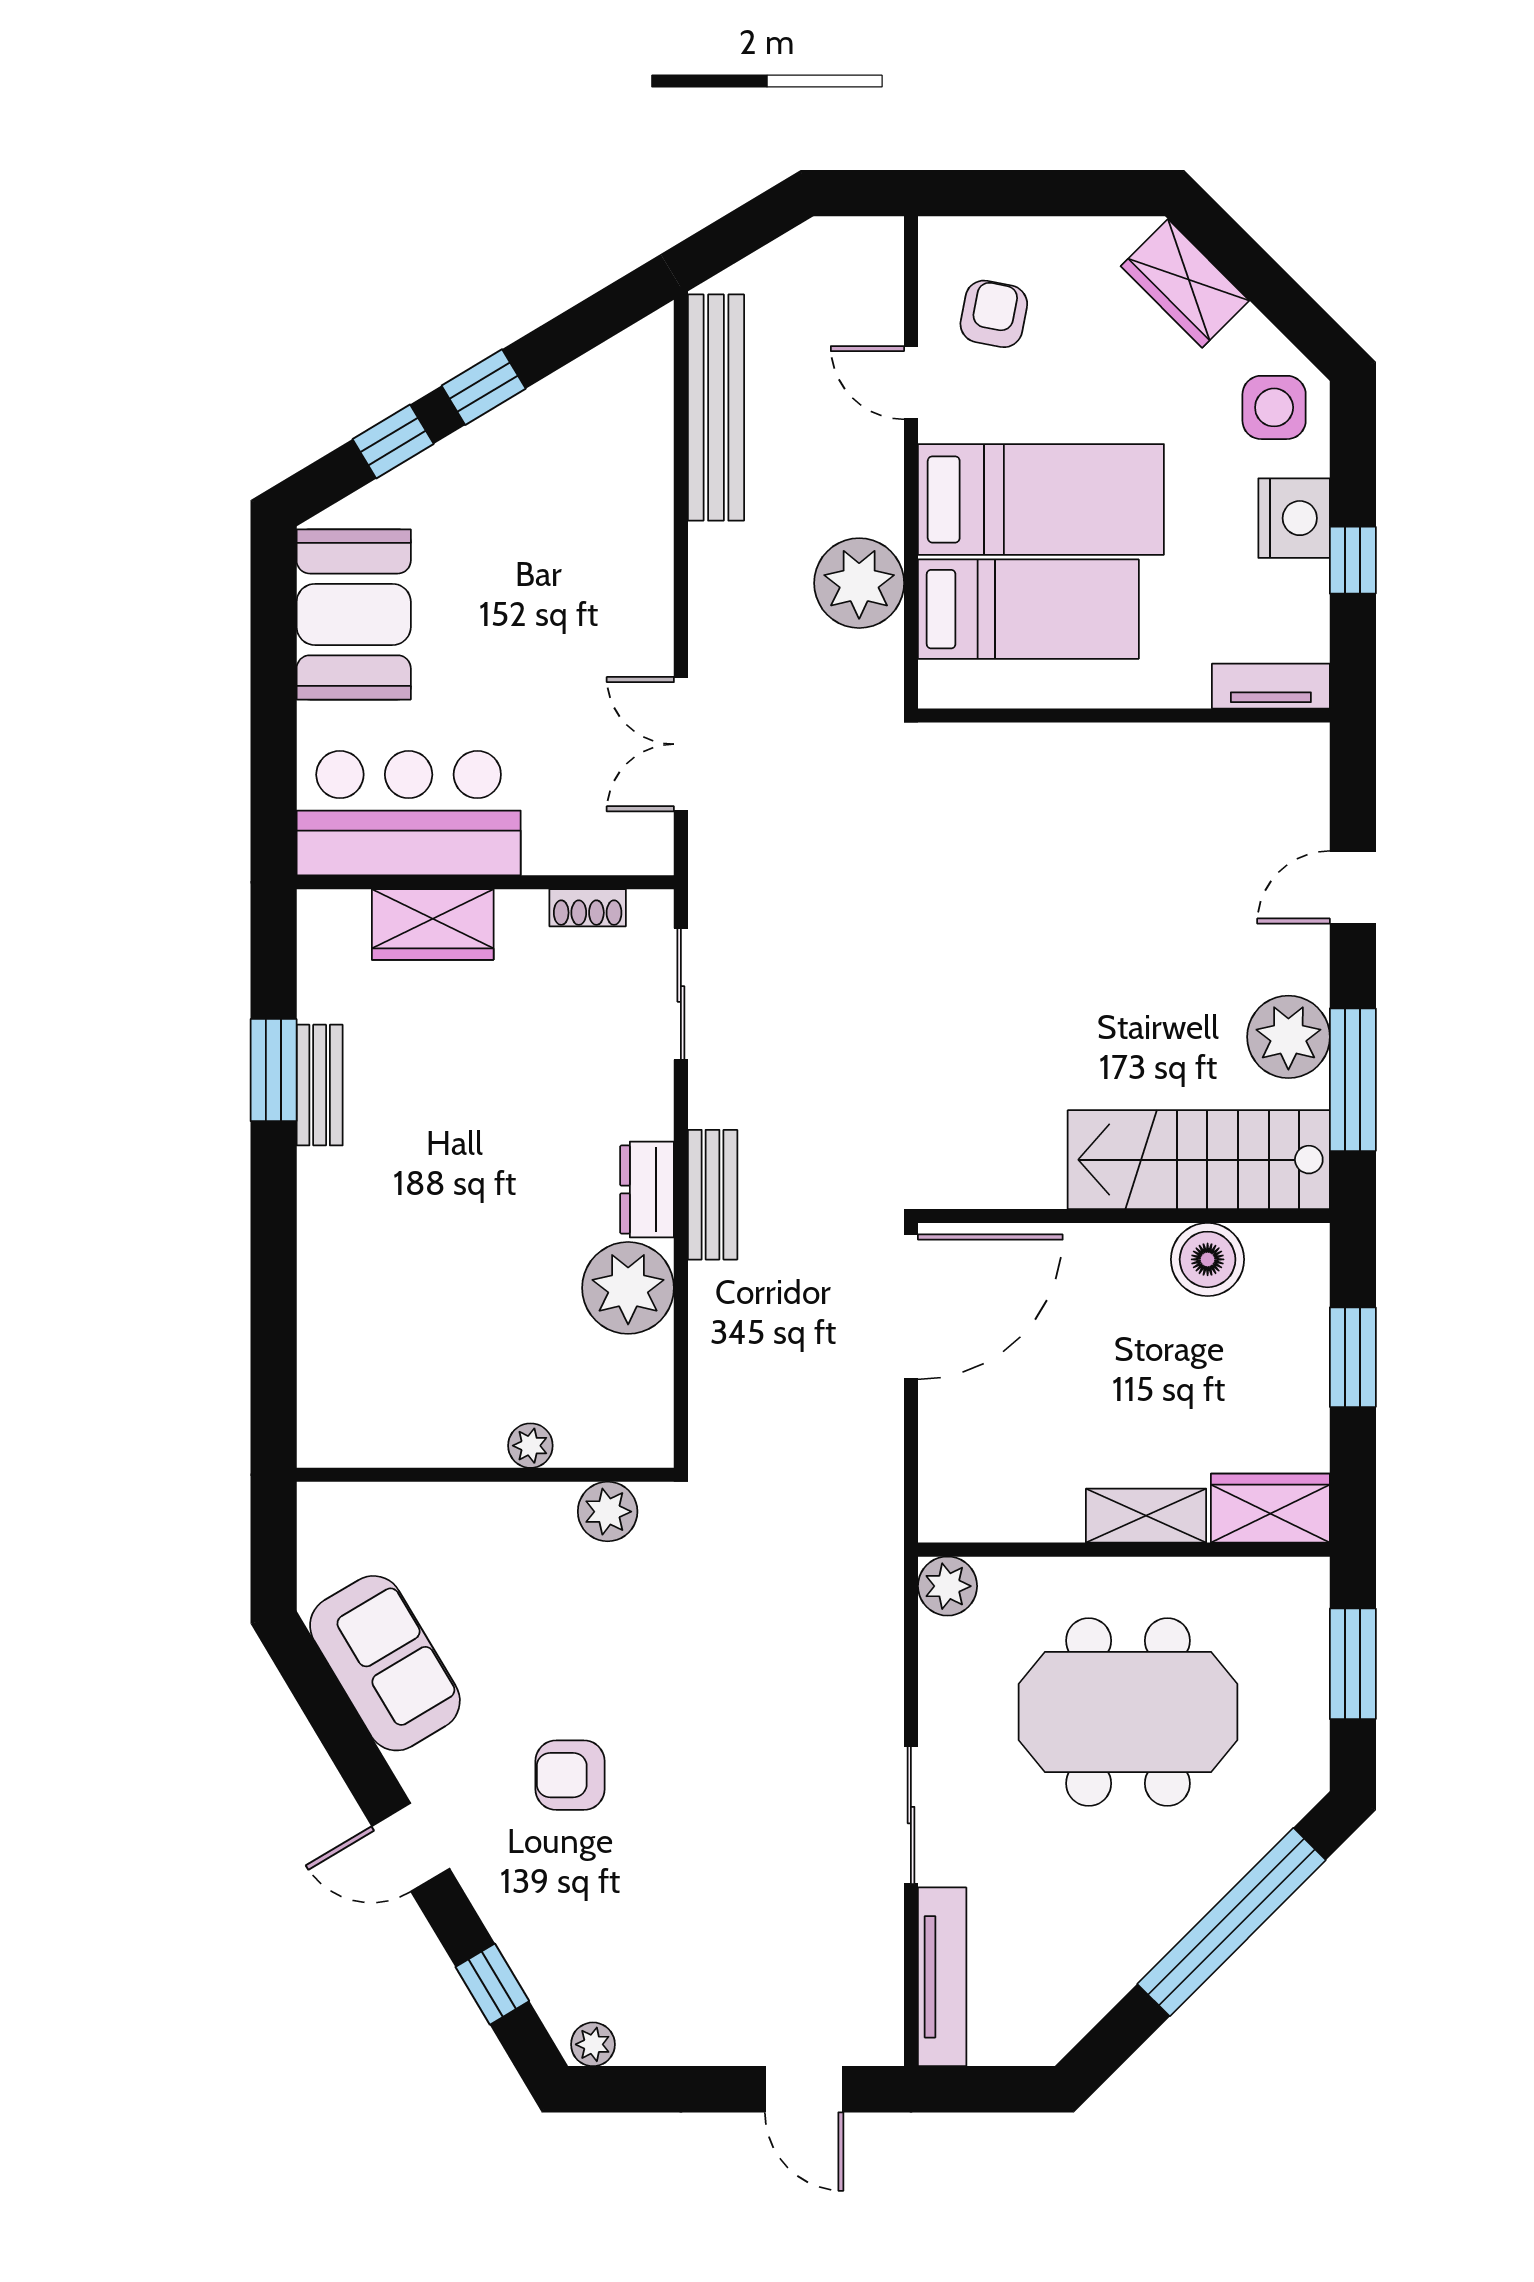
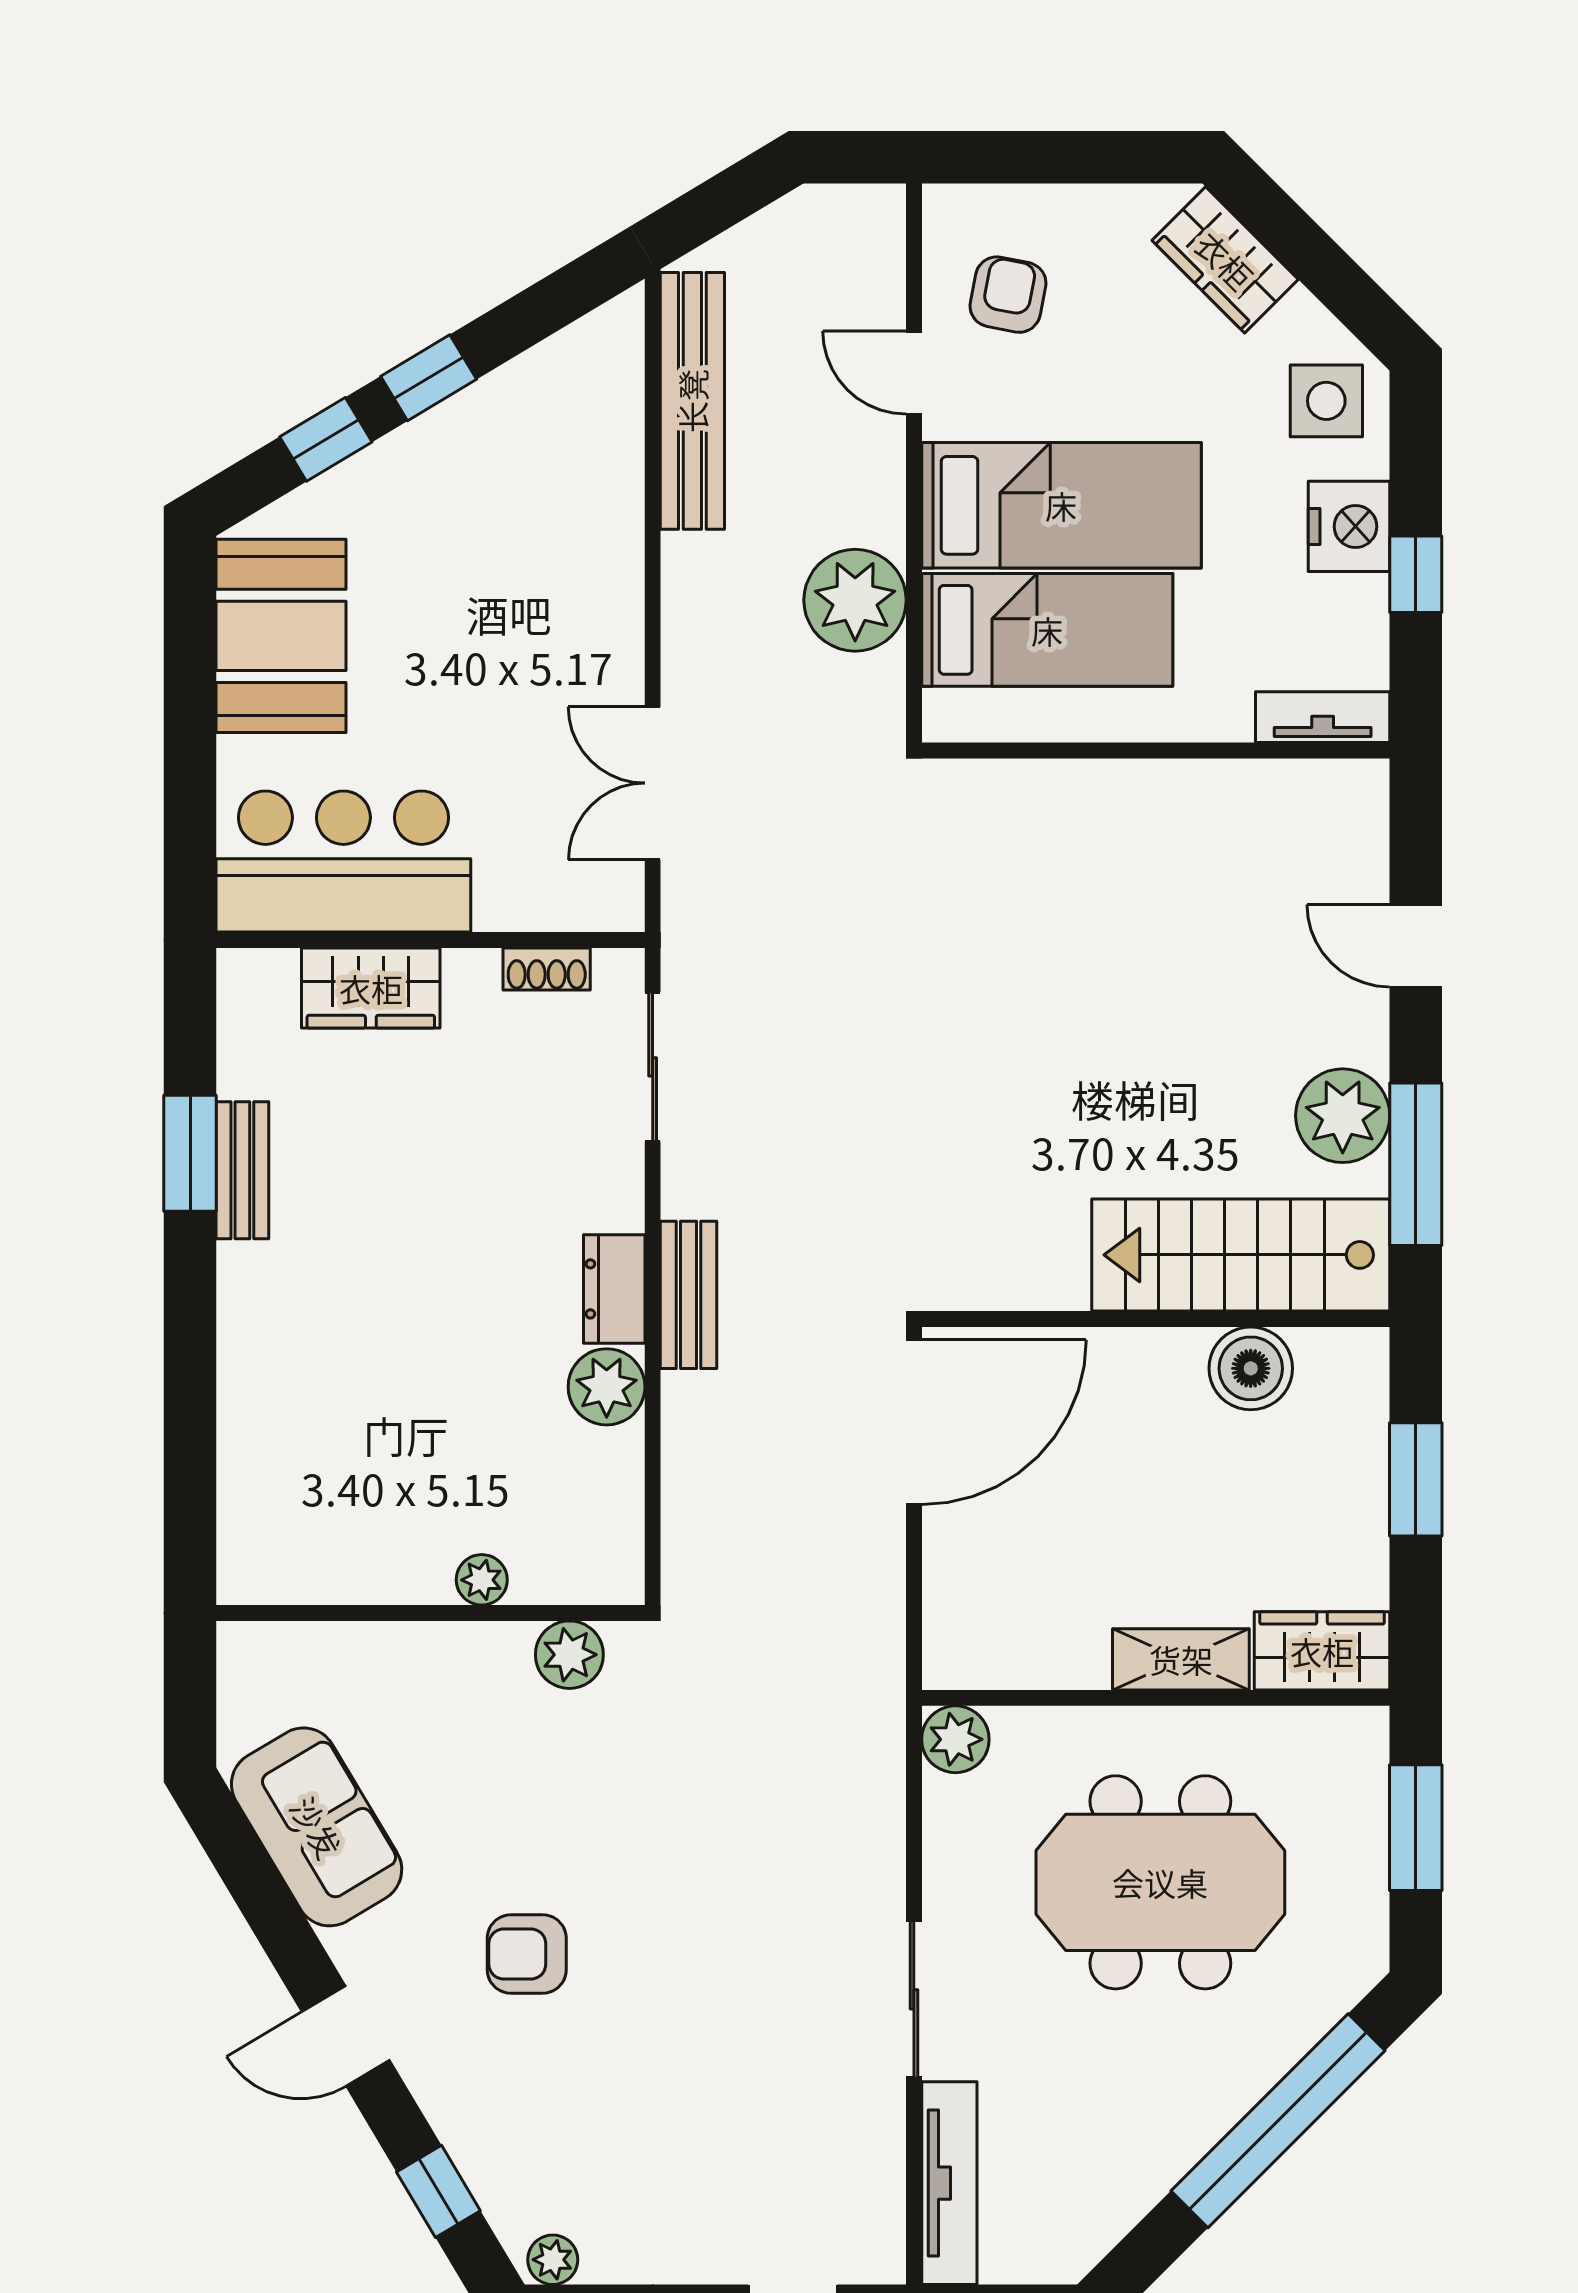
door: (1353, 887) -> (1416, 946), hinge flipped
plant: (628, 1288) -> (607, 1387), width x0.73, depth x0.73

